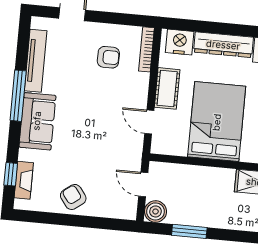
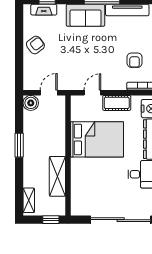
window: (189, 231) -> (19, 145), moved

